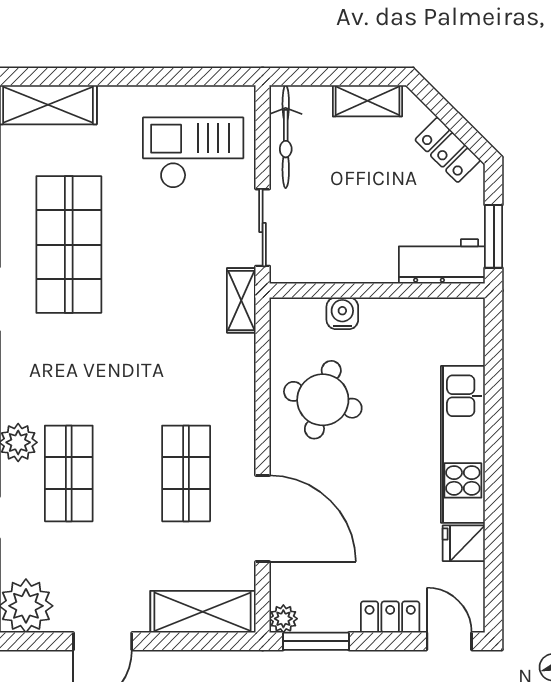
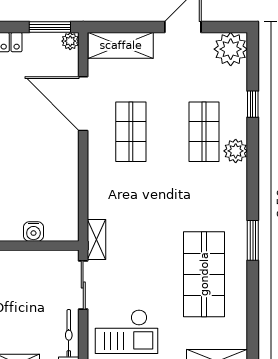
round table: (323, 400) -> (46, 178), removed

